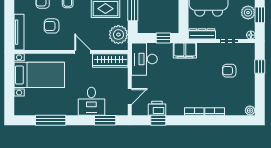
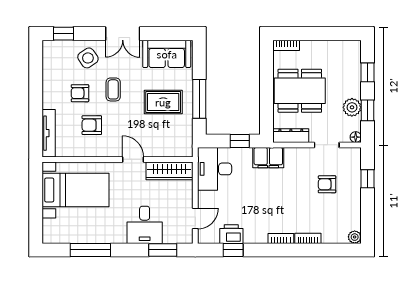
plant: (118, 35) -> (180, 136), removed

